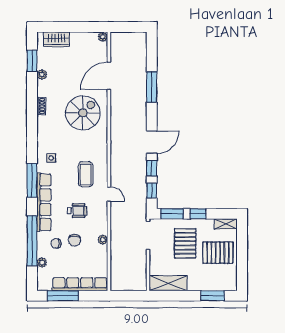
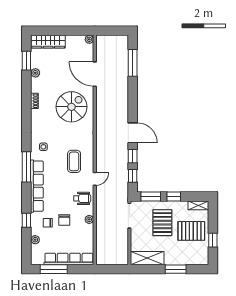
wardrobe: (56, 39) -> (48, 42), width x1.50
door: (109, 76) -> (95, 74), hinge flipped
window: (152, 87) -> (133, 63), moved
door: (152, 142) -> (133, 133), hinge flipped
door: (109, 194) -> (95, 179), hinge flipped
wheelchair: (77, 211) -> (82, 198), moved
window: (32, 241) -> (26, 220), width x0.32
window: (242, 263) -> (213, 240), added
window: (213, 296) -> (176, 269), moved

